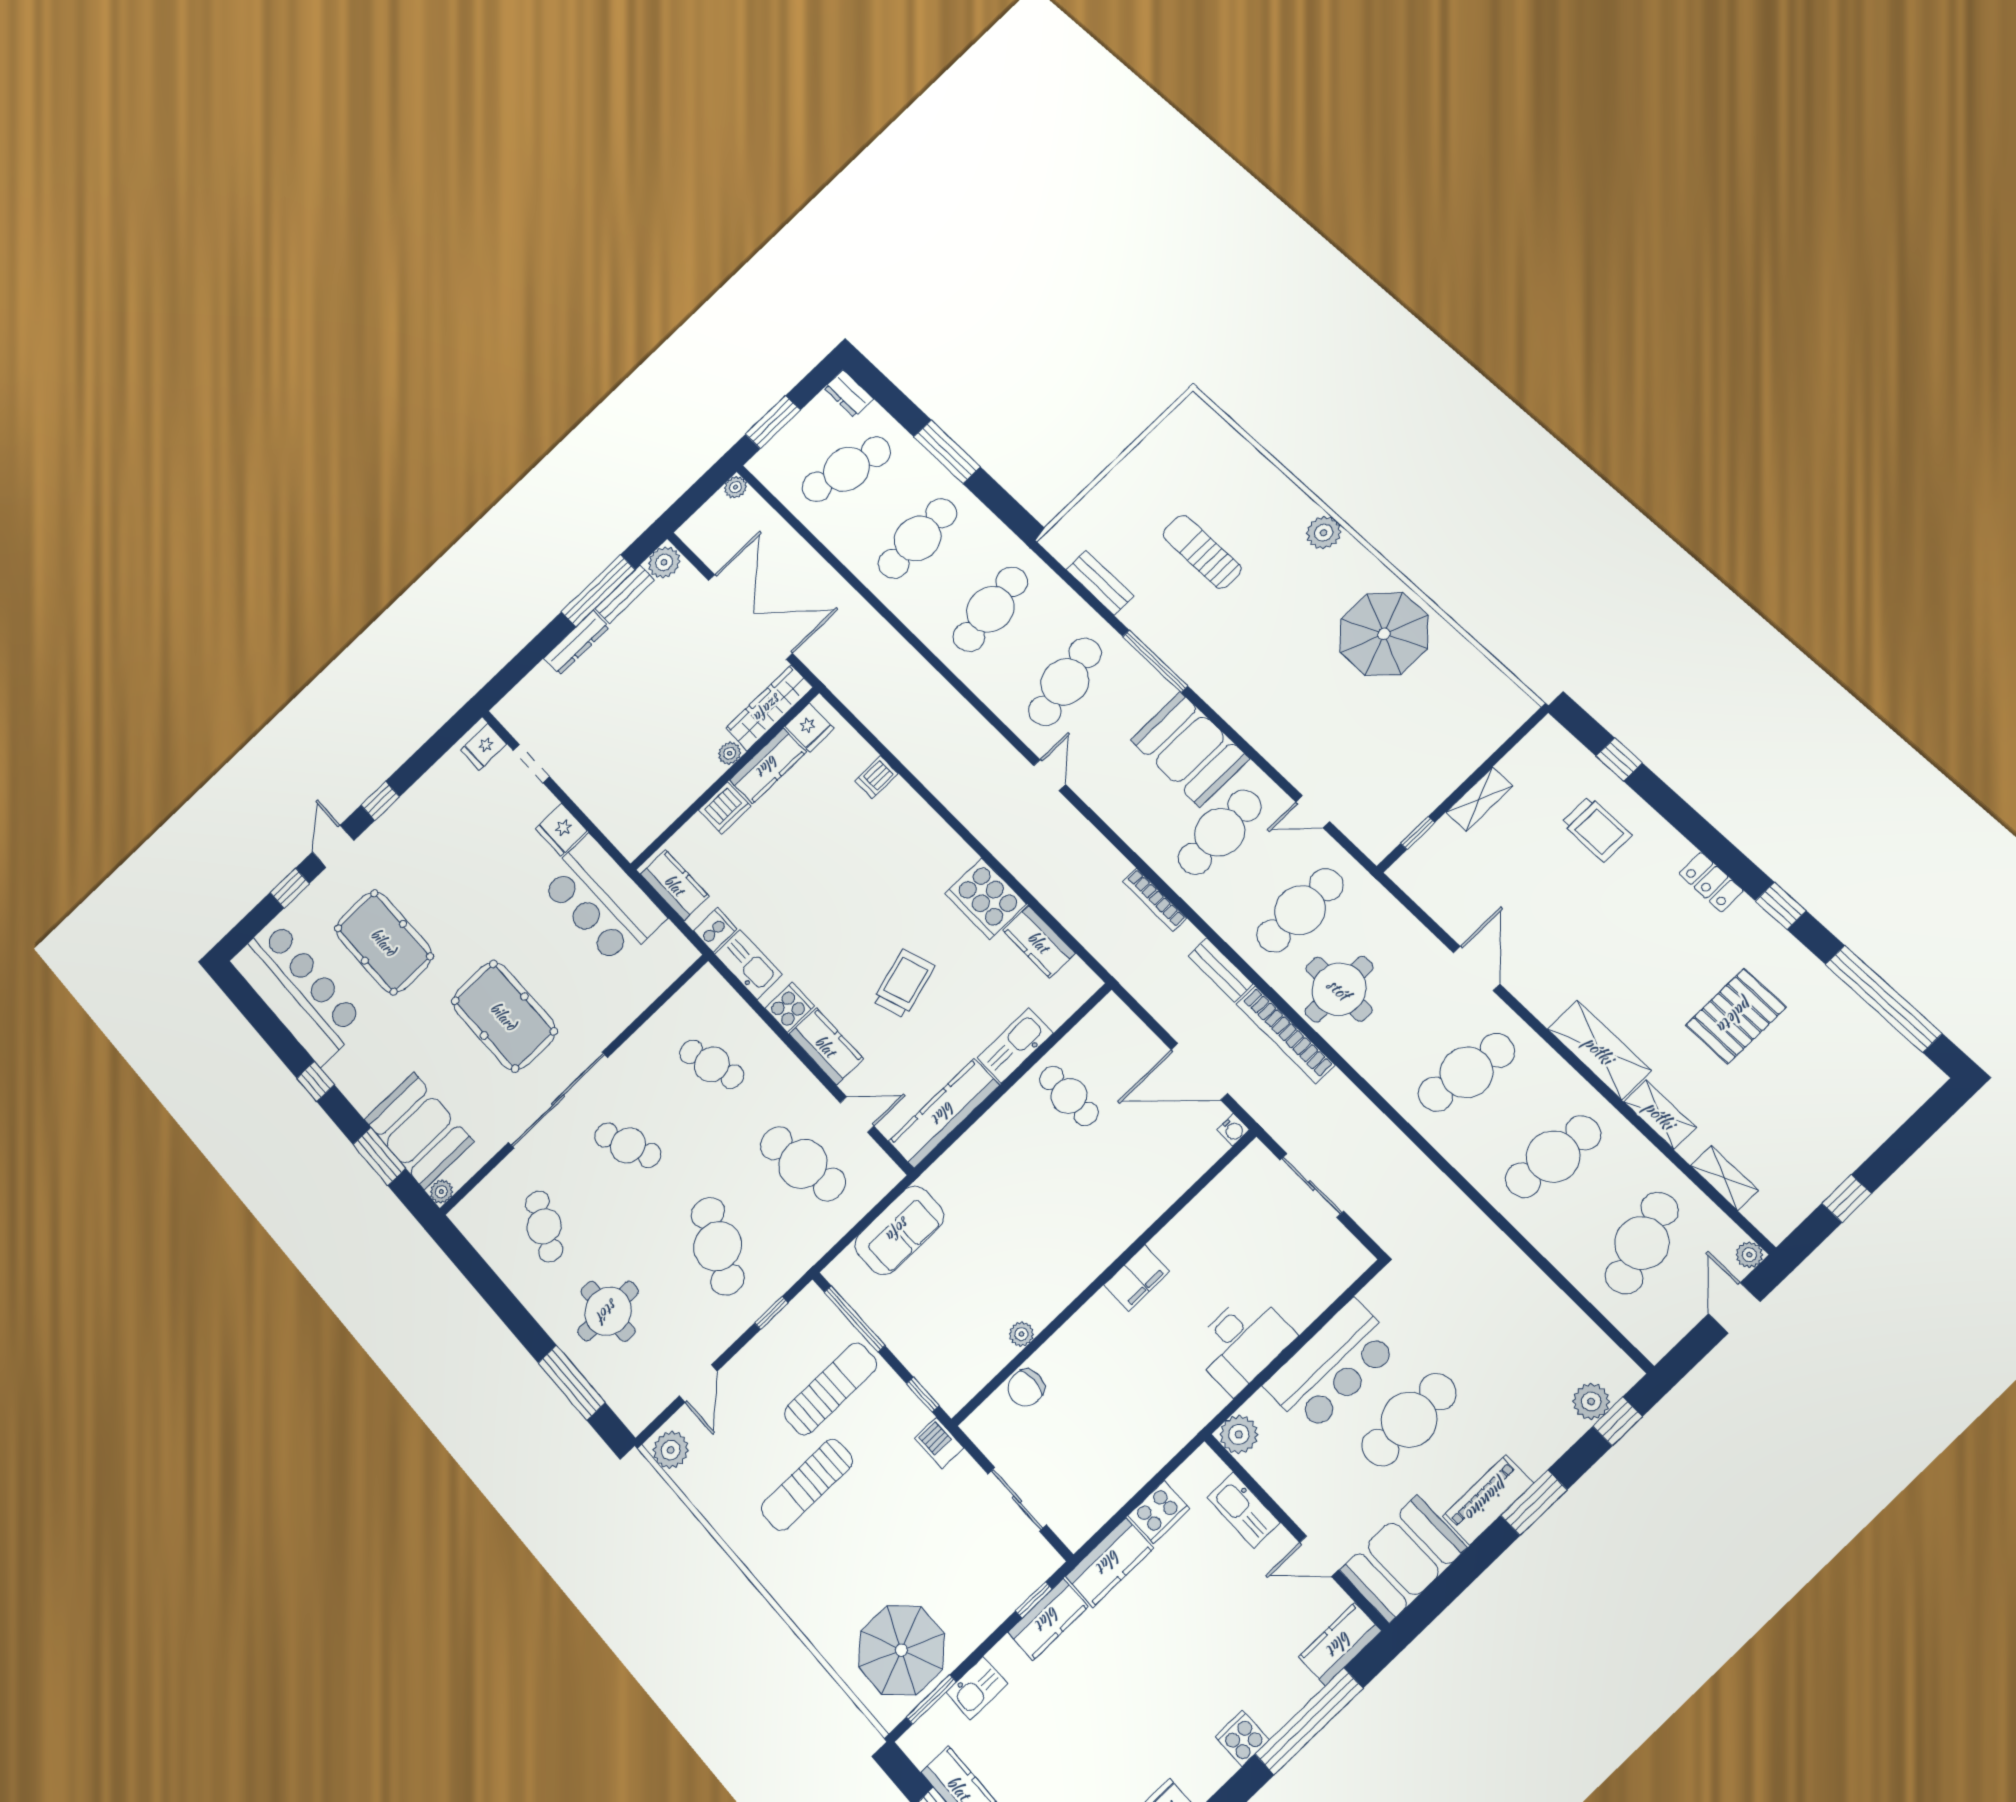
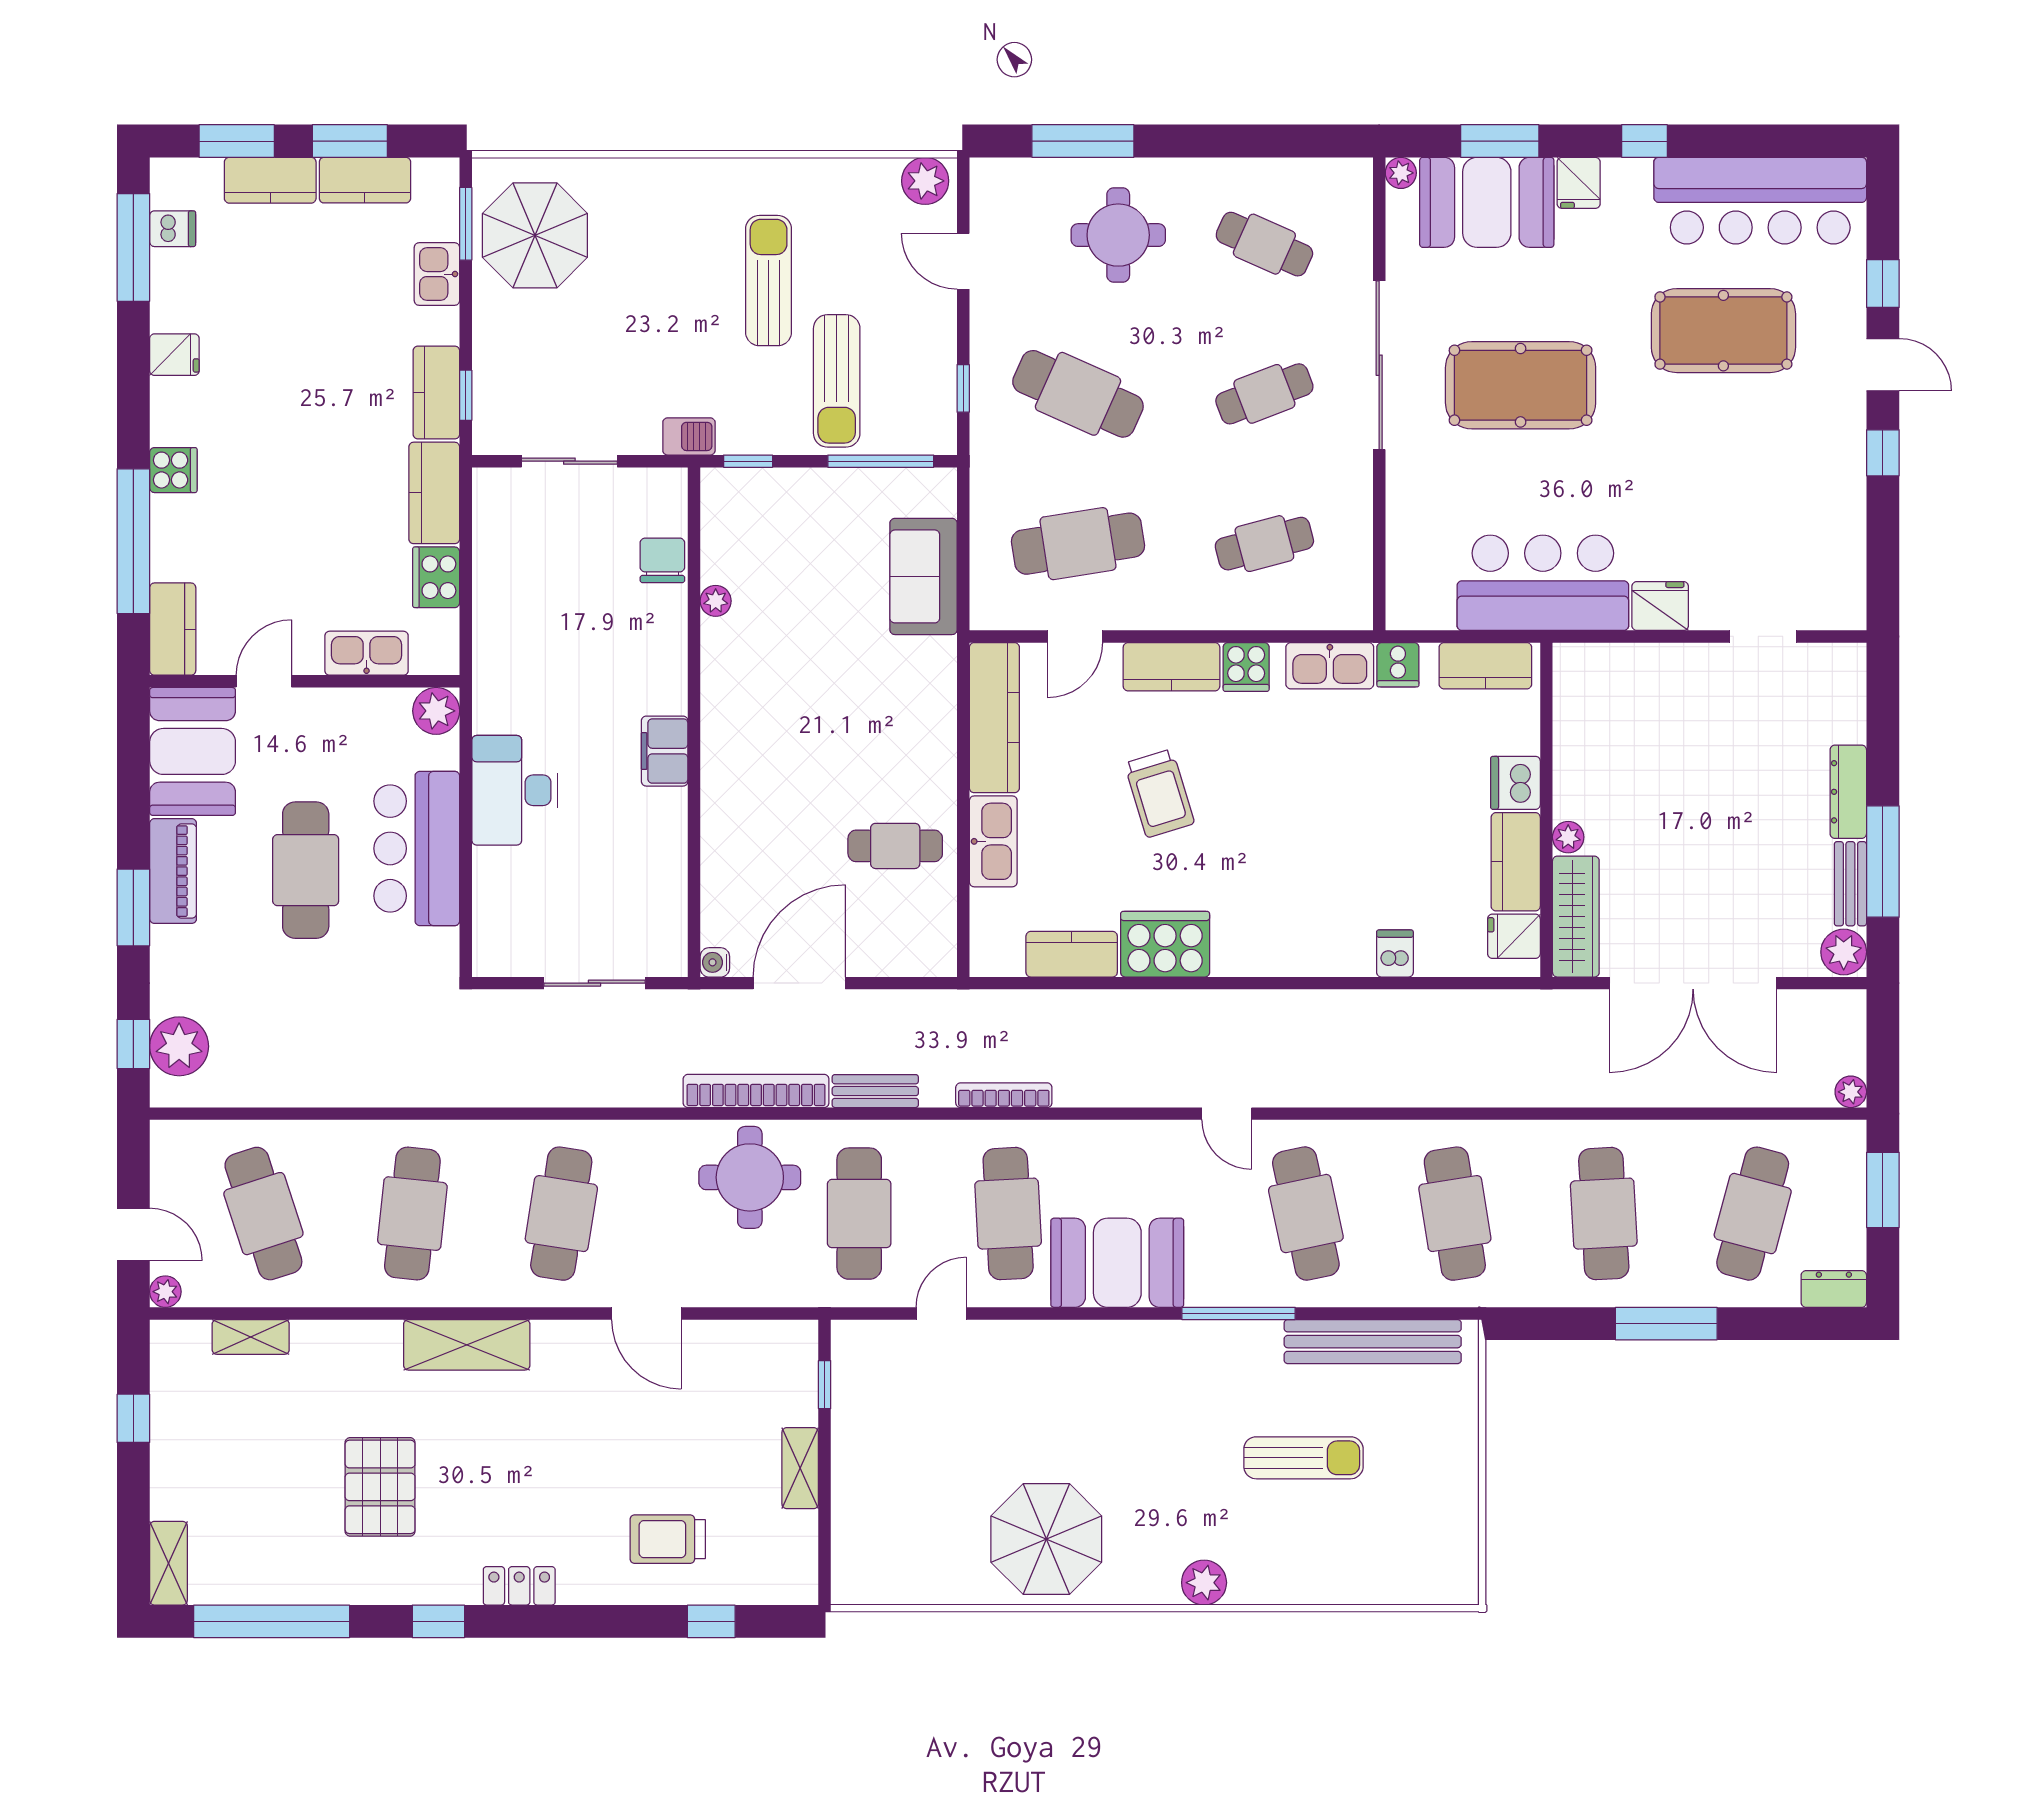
bench: (1100, 583) -> (1373, 1342), width x1.86, depth x1.21
fridge: (484, 747) -> (1579, 183), moved, turned 180
shelving: (1660, 1115) -> (168, 1563), moved, turned 90
plant: (1591, 1401) -> (179, 1046), width x1.36, depth x1.36

